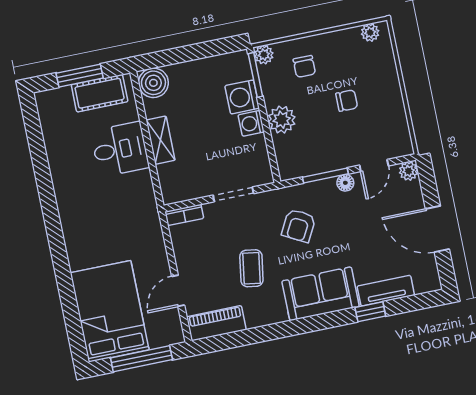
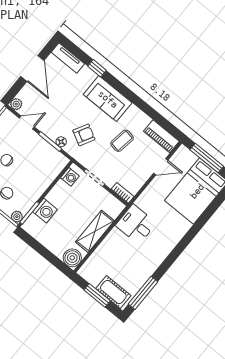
cot: (100, 93) -> (113, 292), moved
plant: (282, 120) -> (41, 183), removed
washing machine: (251, 123) -> (70, 177), moved
window: (35, 137) -> (143, 293), added
shelving: (161, 140) -> (95, 231), width x1.50, depth x1.33
desk: (120, 149) -> (136, 224), moved
floor lamp: (345, 183) -> (61, 142), moved
tv unit: (386, 291) -> (68, 58), moved

